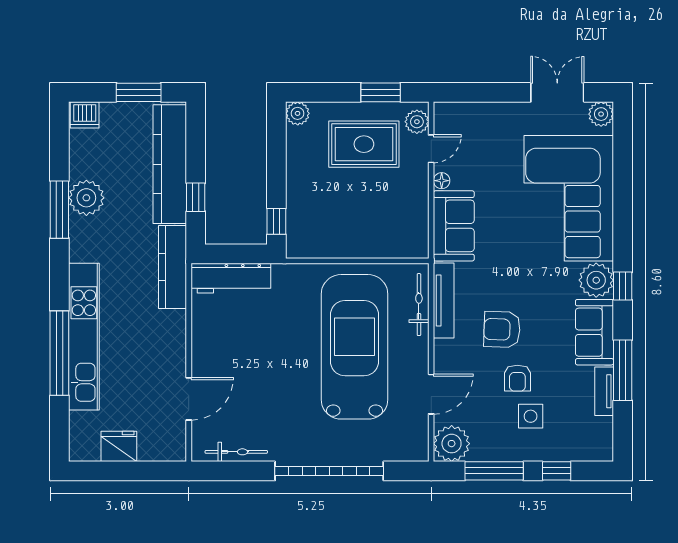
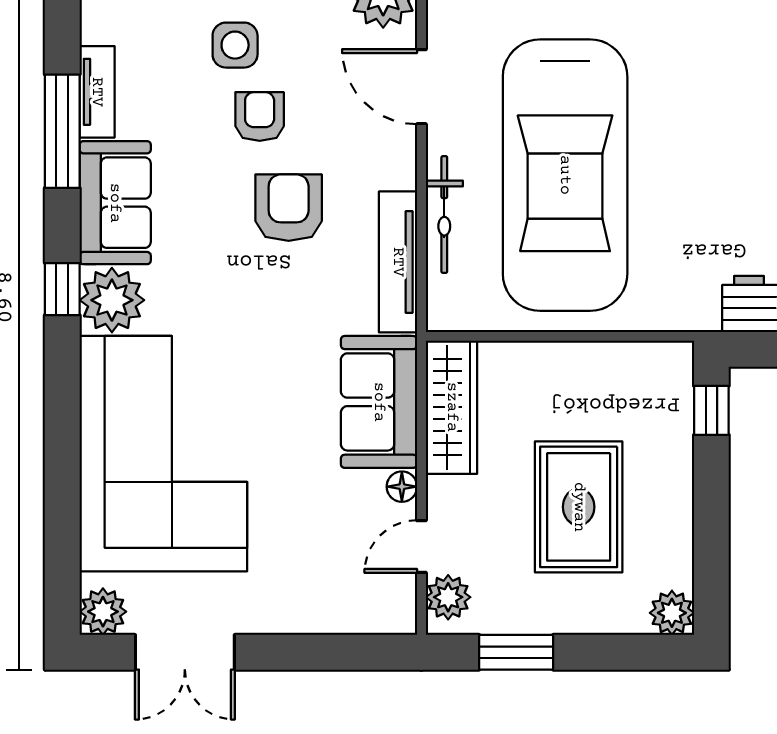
rug: (364, 144) -> (579, 507), moved, turned 90
wardrobe: (415, 223) -> (452, 407), added
bicycle: (419, 305) -> (444, 214), moved
armchair: (502, 329) -> (289, 208), turned -92
door: (431, 394) -> (421, 87), hinge flipped

